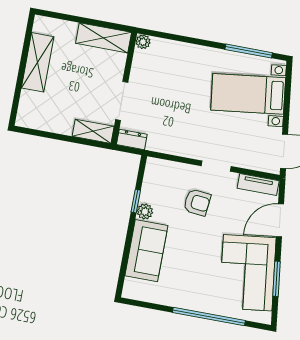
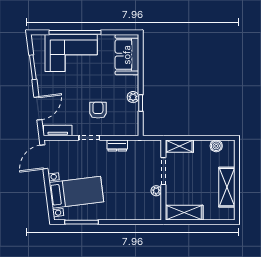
plant: (143, 42) -> (156, 191), moved
boiler: (42, 122) -> (216, 146), added
dresser: (132, 139) -> (117, 146), moved
armchair: (197, 202) -> (98, 110), turned 84
sofa: (146, 251) -> (127, 55), moved
corner sofa: (248, 273) -> (71, 53), moved, turned 97

